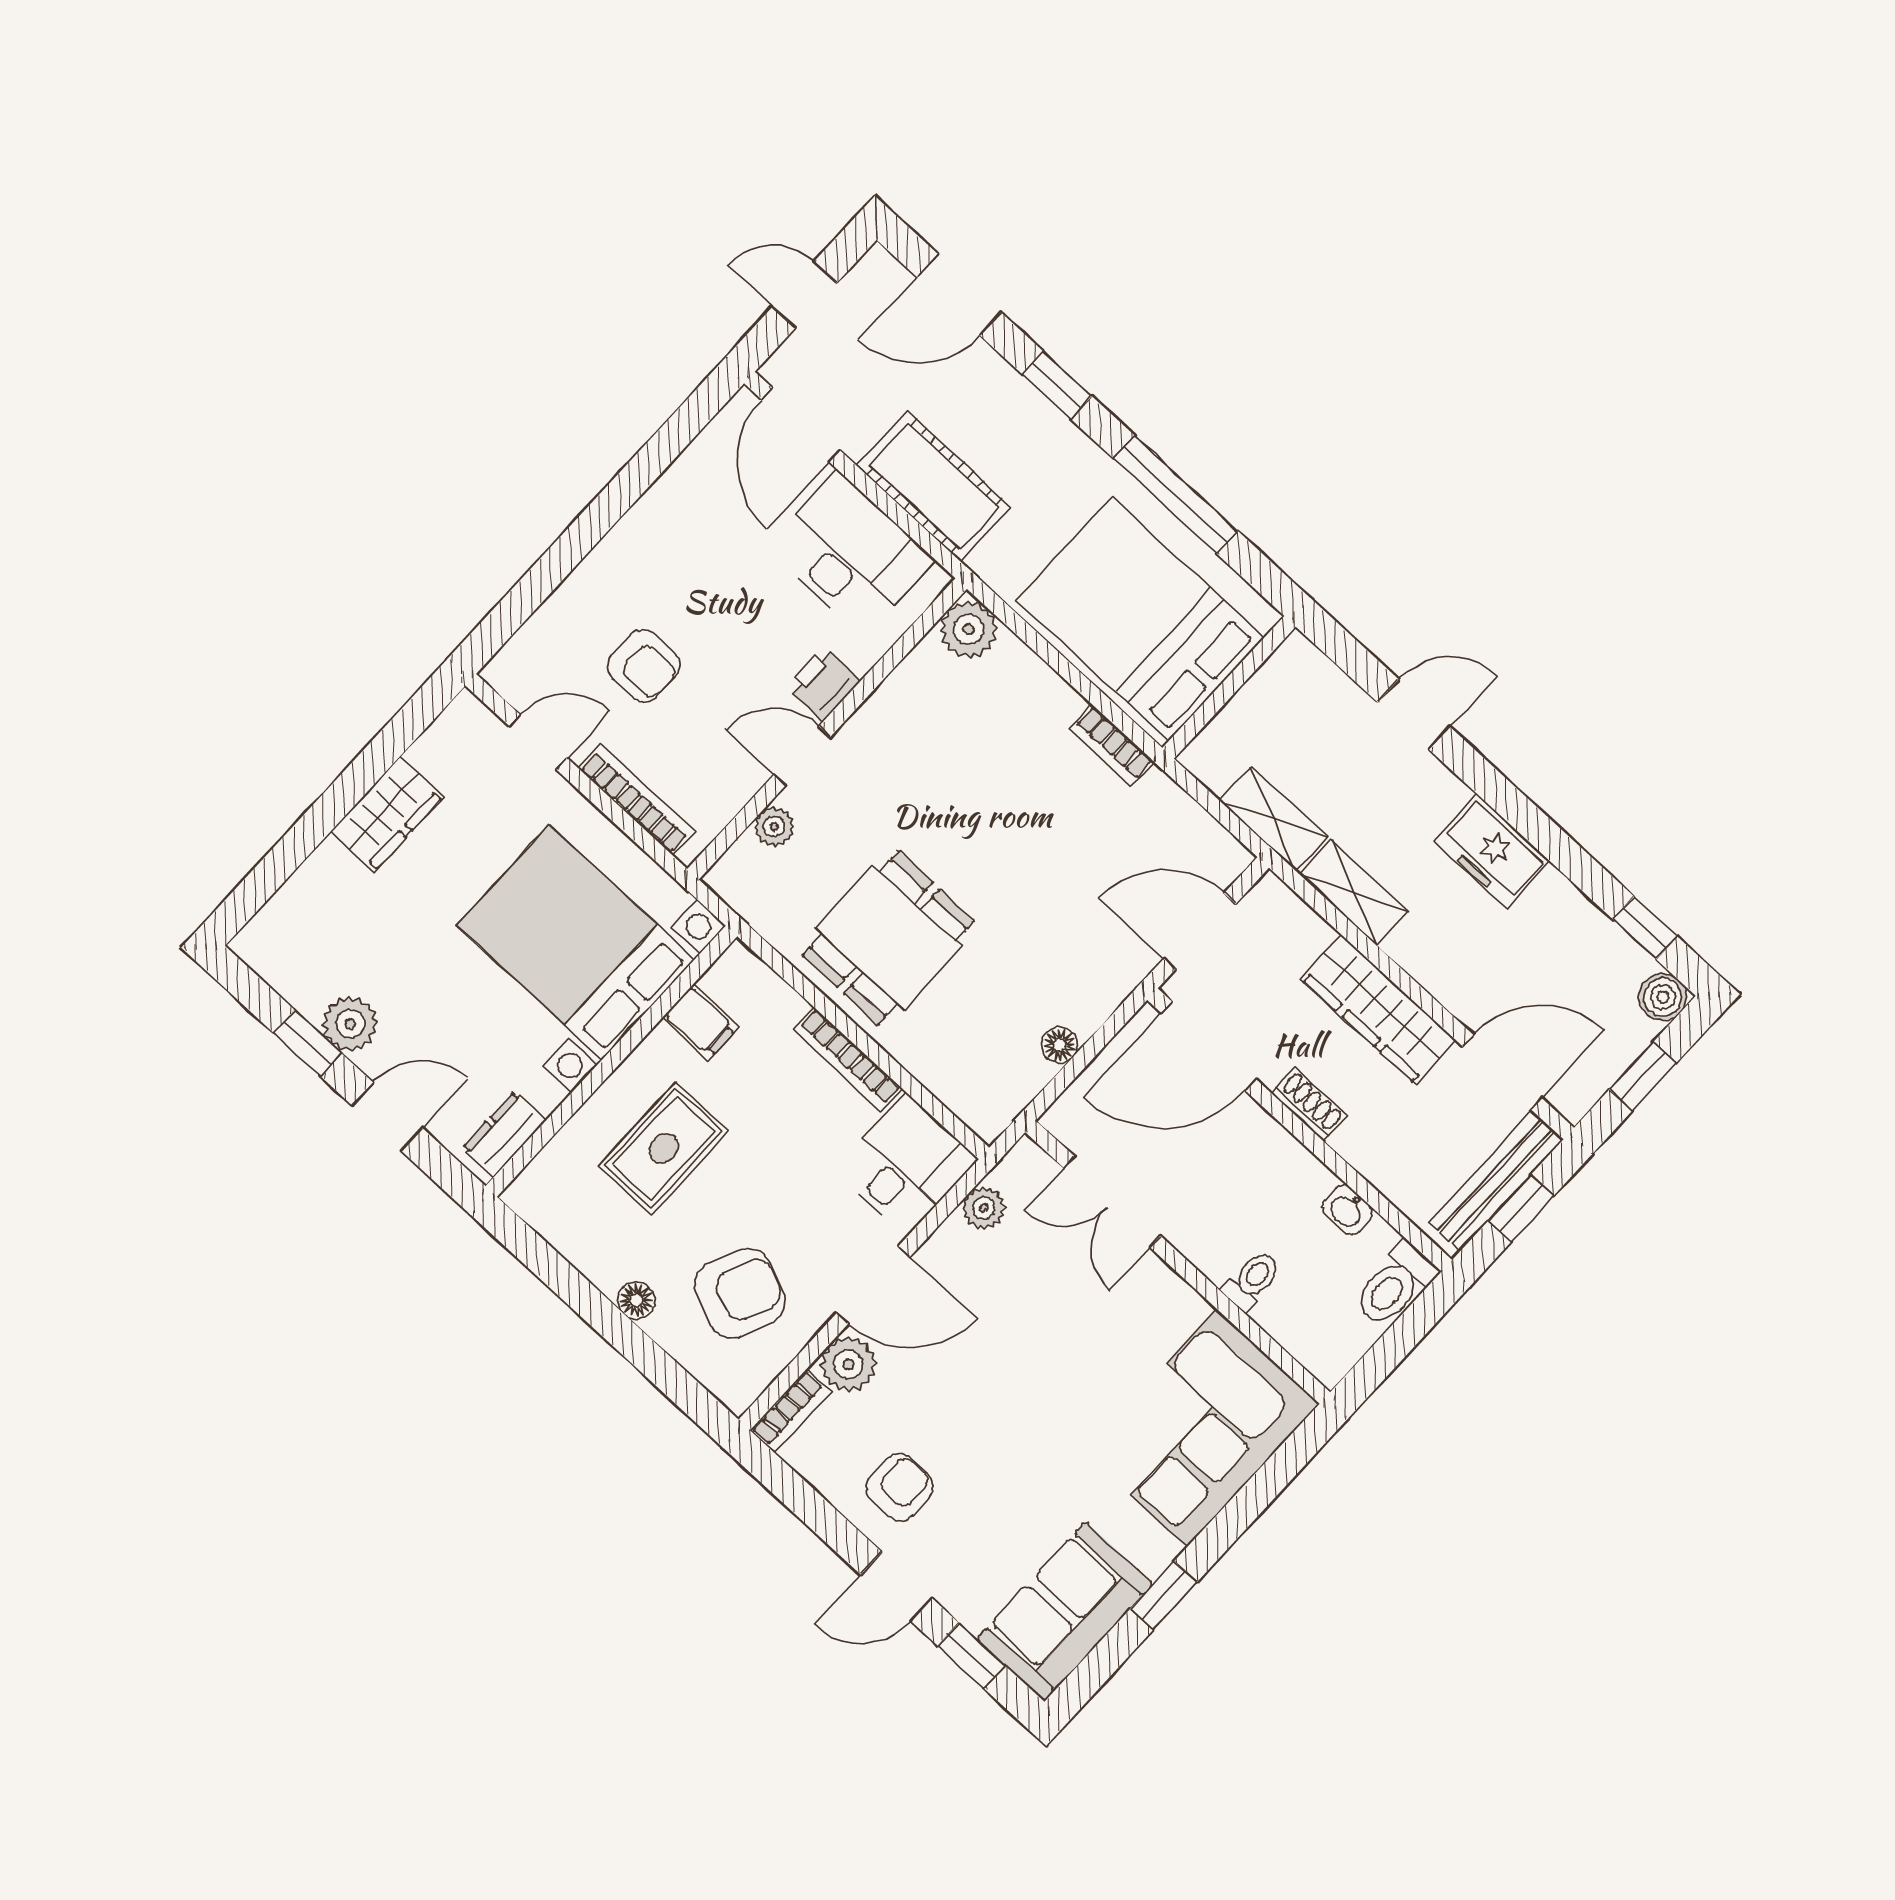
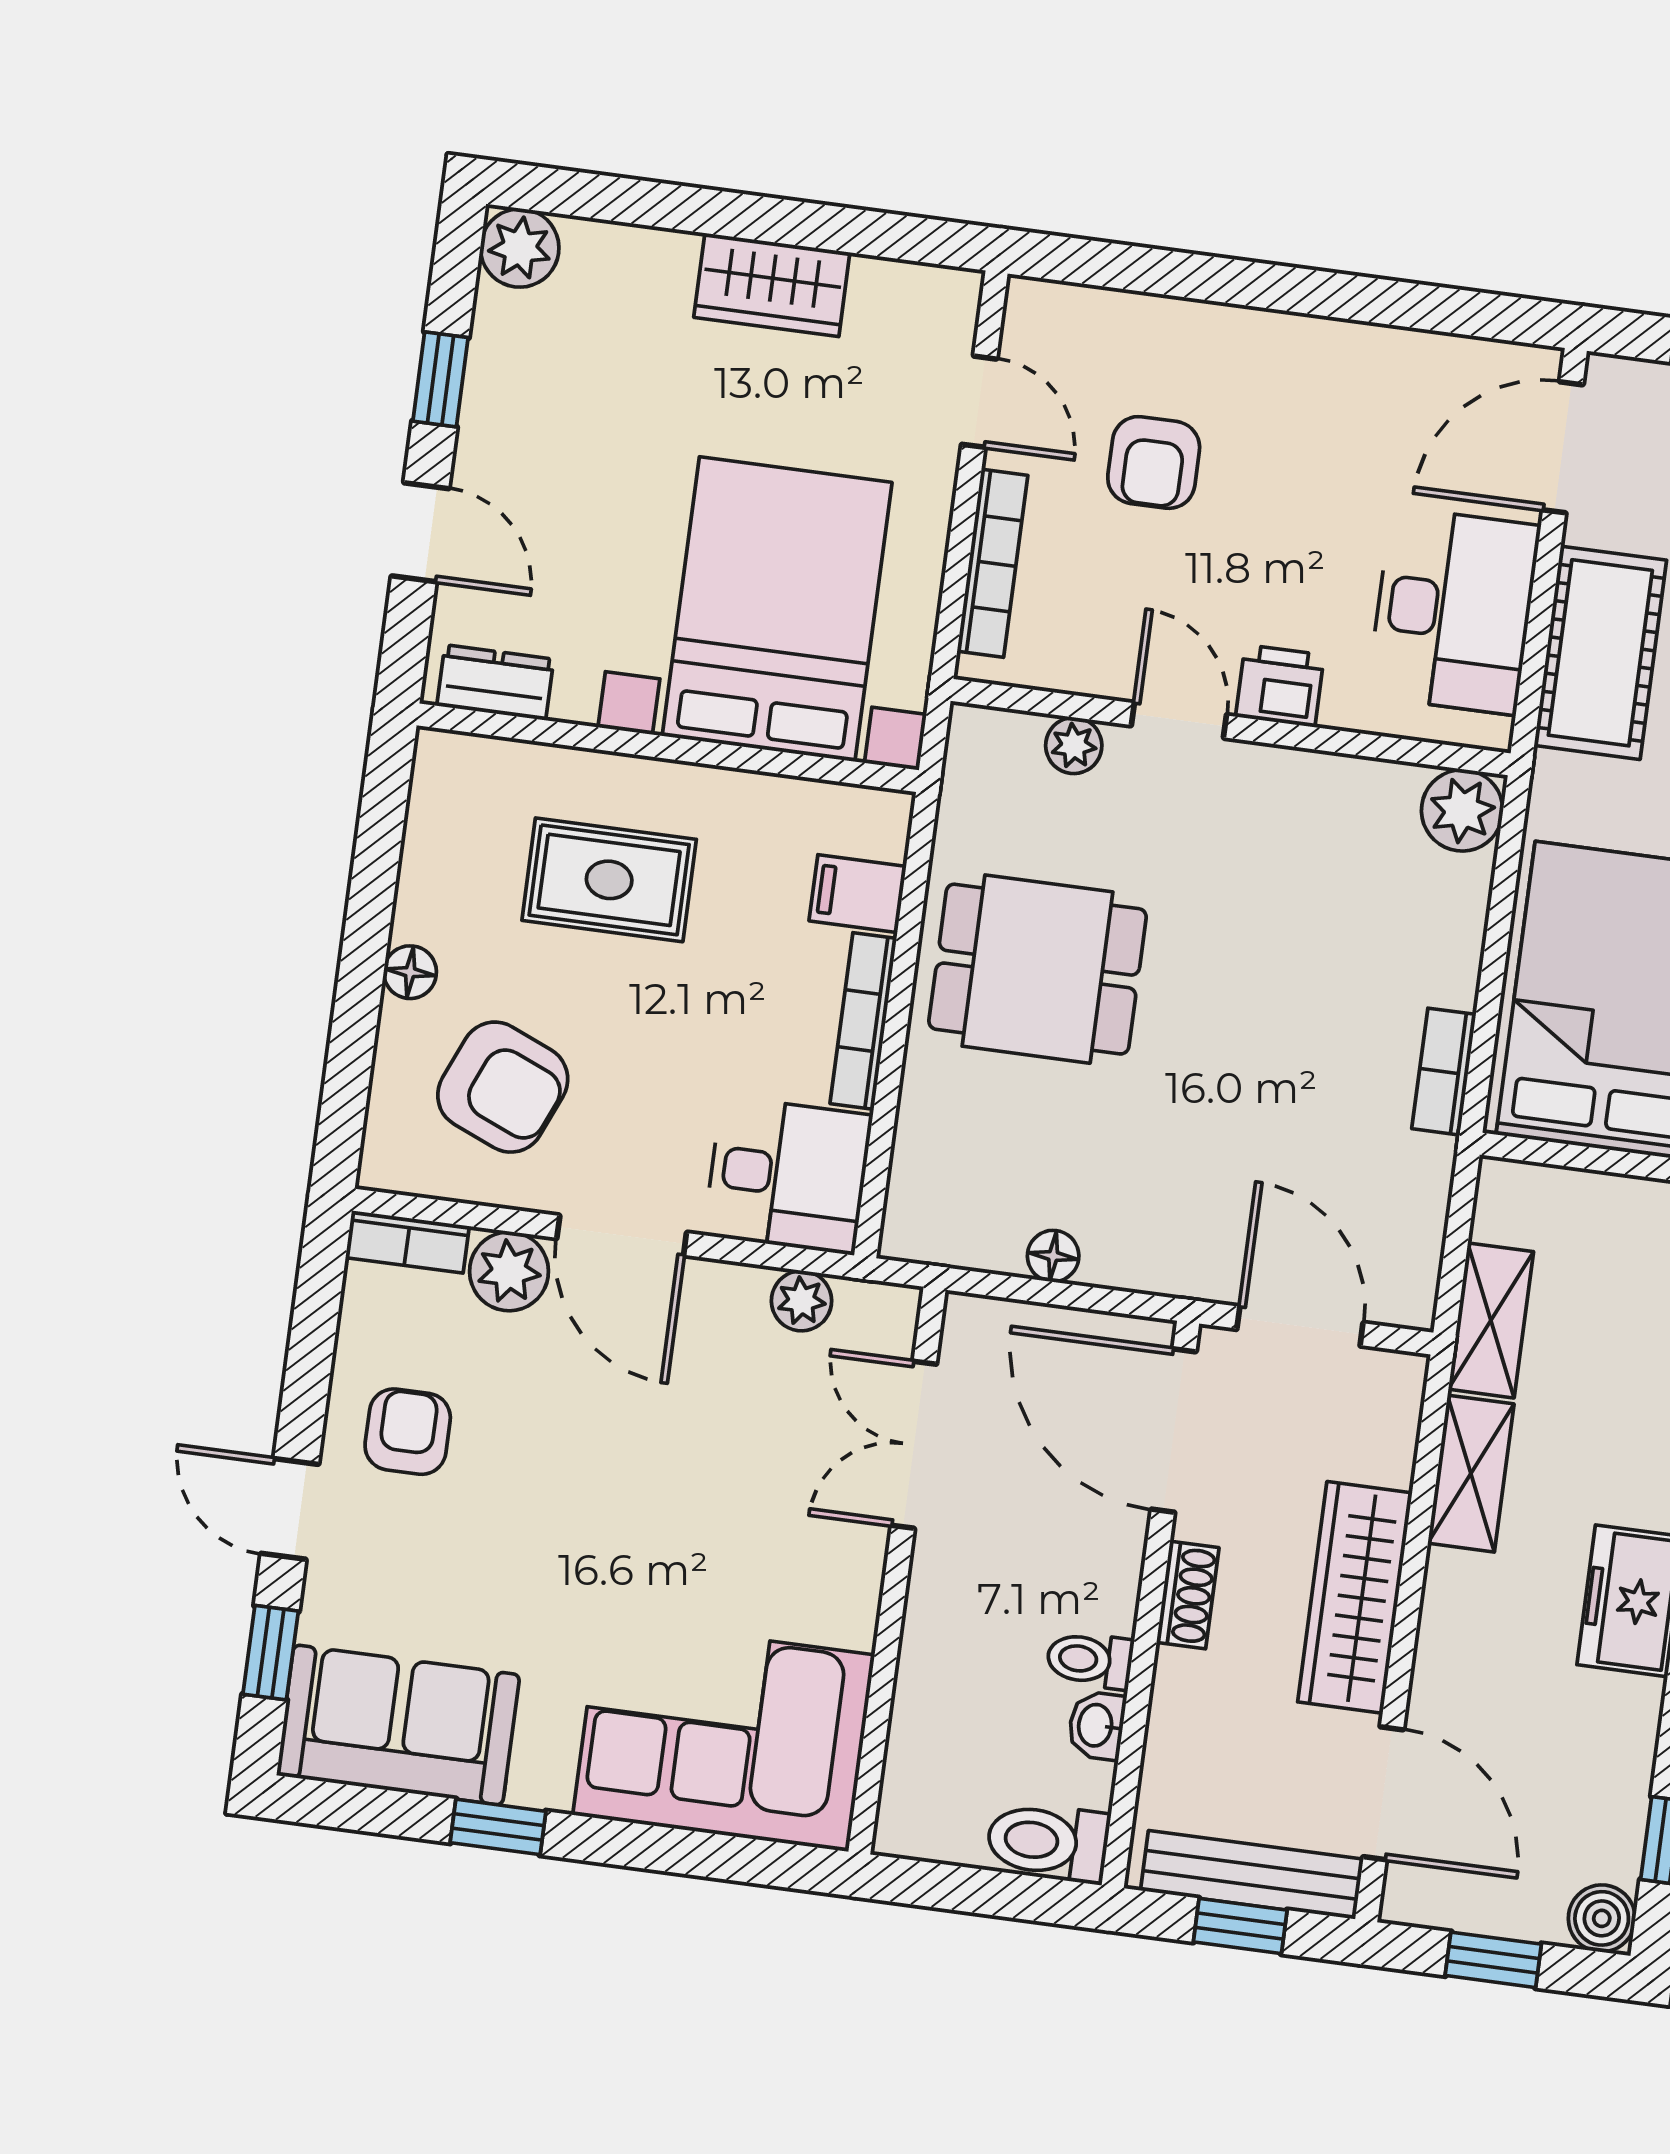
filing cabinet: (701, 1022) -> (858, 894), moved, turned 90
plant: (350, 1024) -> (520, 248), moved
toilet: (1252, 1280) -> (1090, 1660), moved, turned 180
armchair: (900, 1487) -> (408, 1432), turned -90

